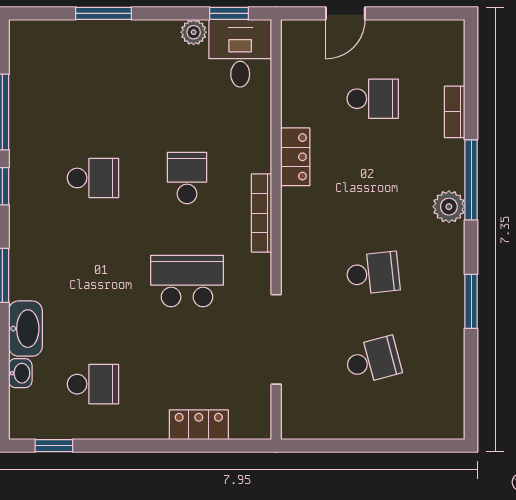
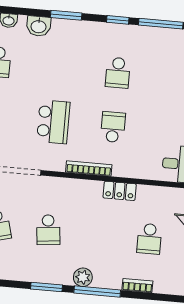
school desk: (187, 178) -> (113, 127), turned -90
window: (471, 301) -> (46, 287), moved
washbasin: (25, 329) -> (39, 26), width x0.72

